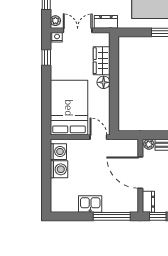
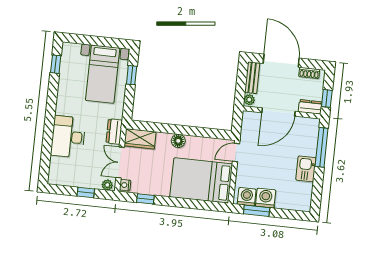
wardrobe: (102, 61) -> (140, 139), moved
window: (46, 162) -> (257, 211), added

